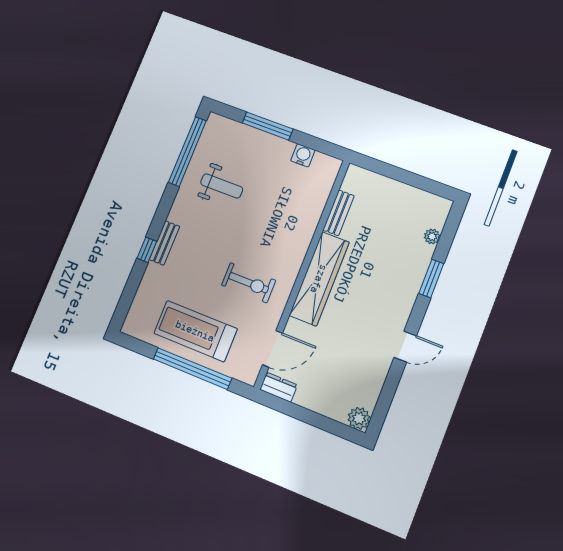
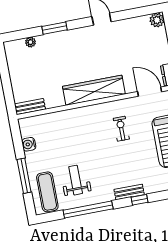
exercise mat: (230, 143) -> (47, 192), added
window: (187, 152) -> (88, 210), moved
bench: (338, 213) -> (30, 107), moved
exercise bike: (249, 283) -> (121, 129), width x0.73, depth x0.72

